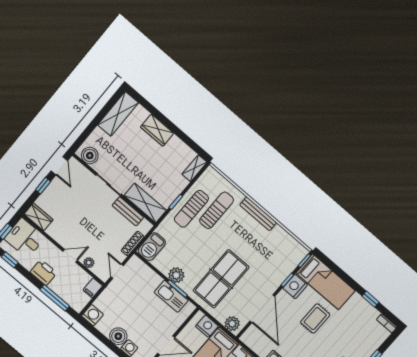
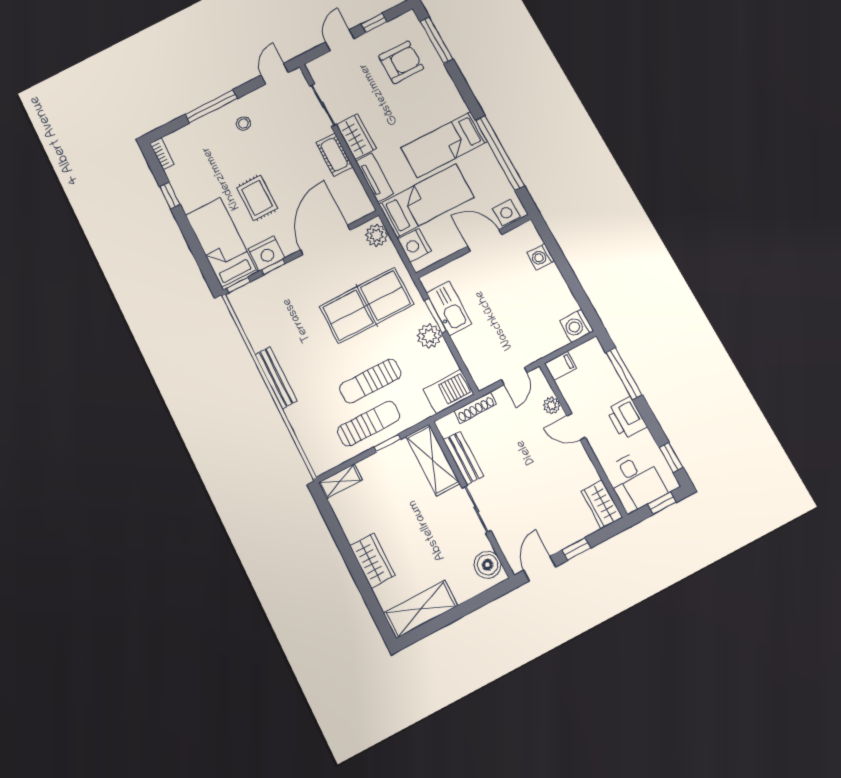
sun lounger: (216, 210) -> (370, 381), moved
rug: (315, 319) -> (257, 198), turned 90
boiler: (118, 336) -> (550, 280), removed

